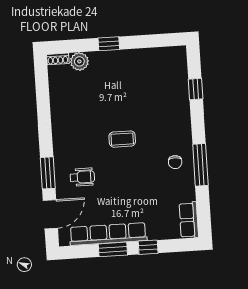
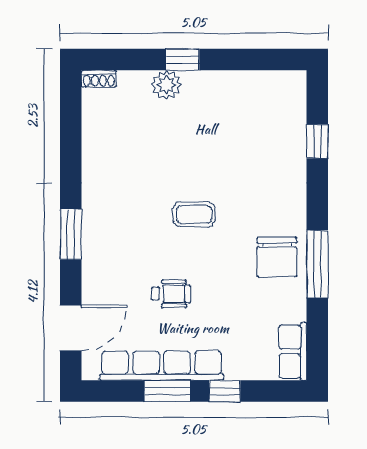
plant: (79, 61) -> (167, 85), moved
chair: (175, 162) -> (277, 257), width x1.87, depth x1.87
window: (48, 173) -> (71, 234), moved
wheelchair: (82, 177) -> (171, 294), moved

